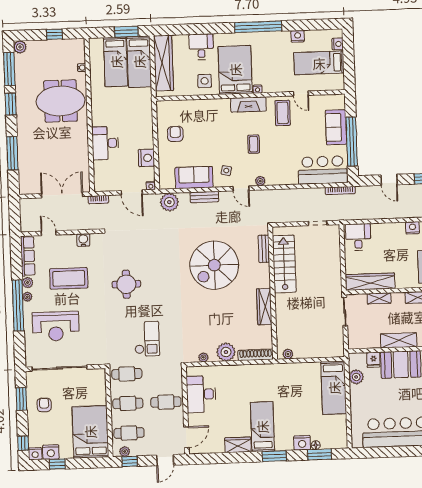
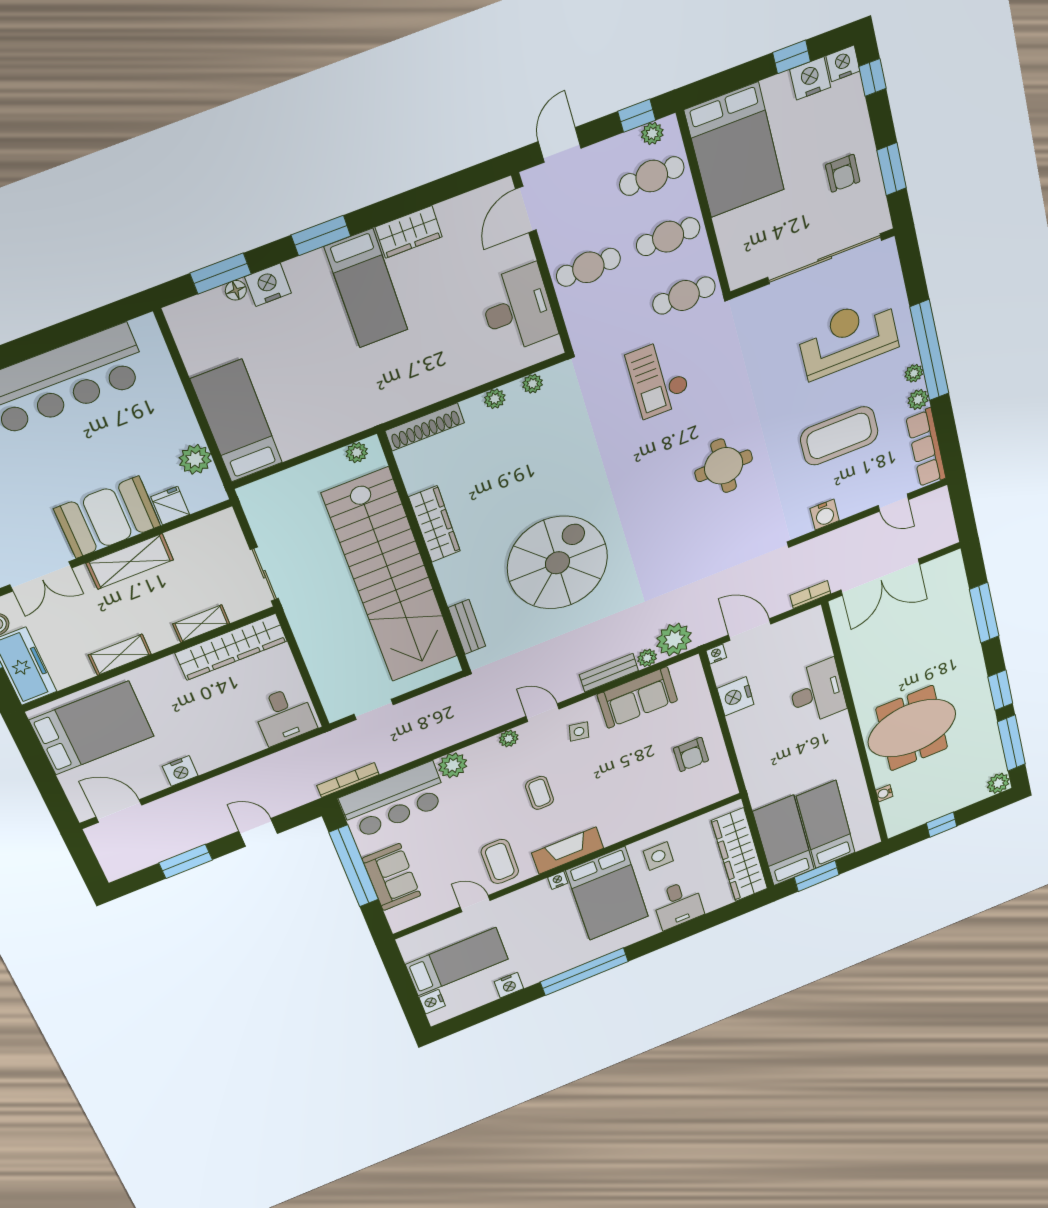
plant: (290, 178) -> (453, 765), added
plant: (184, 197) -> (647, 658), added
stairs: (284, 264) -> (391, 576), width x1.86, depth x1.51
plant: (226, 352) -> (495, 399), width x0.53, depth x0.53

